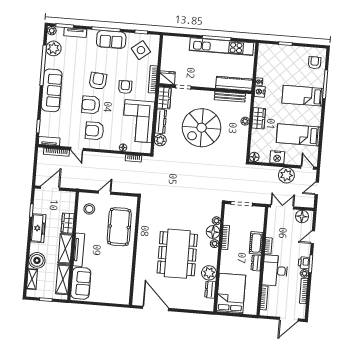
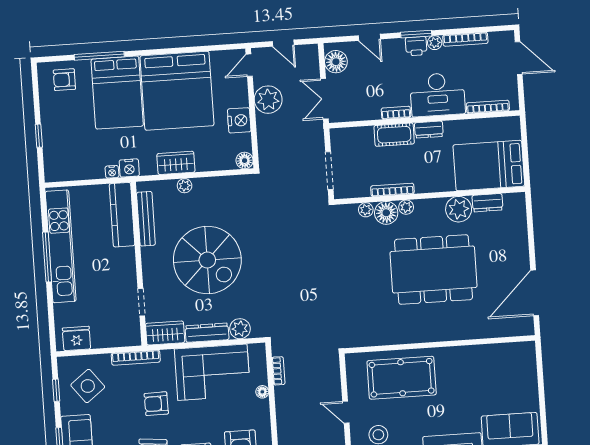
fridge: (167, 78) -> (76, 338), moved, turned 90
bed: (303, 96) -> (117, 93), width x1.50
bed: (298, 135) -> (177, 91), width x2.04

